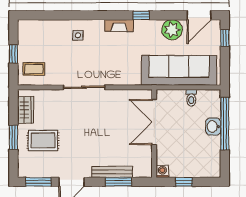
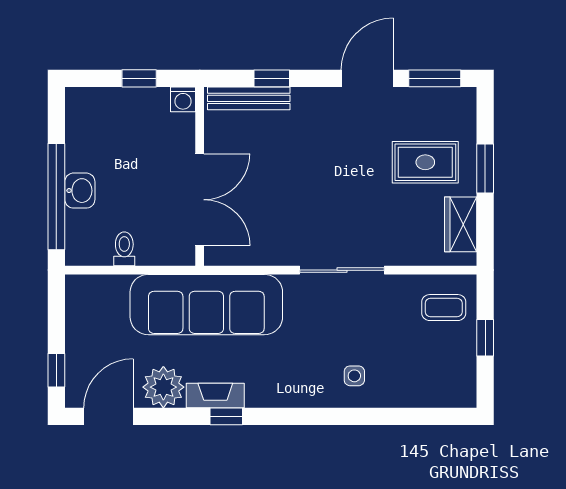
fireplace: (119, 26) -> (215, 395), moved
sofa: (179, 70) -> (206, 305), moved
bench: (112, 172) -> (249, 98), moved
window: (119, 182) -> (272, 78), width x0.67

